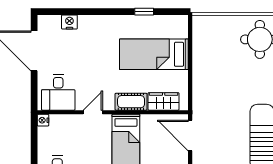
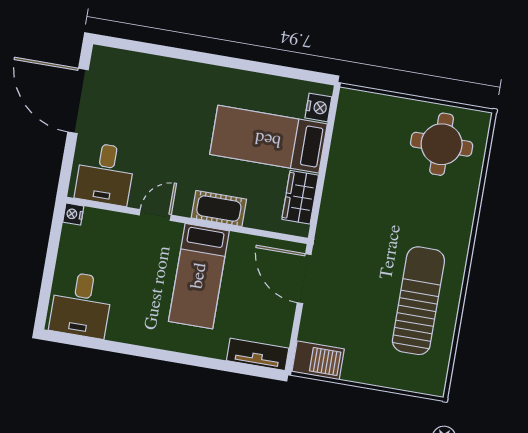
window: (144, 12) -> (264, 68), removed
nightstand: (69, 22) -> (318, 107), moved, turned 90
wardrobe: (164, 101) -> (300, 197), moved, turned -90

